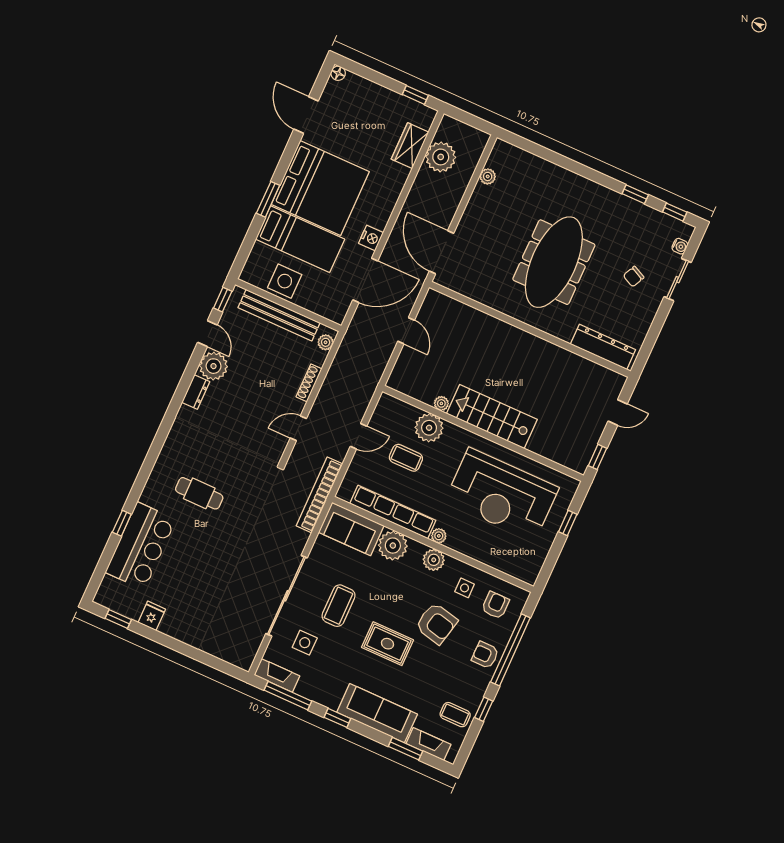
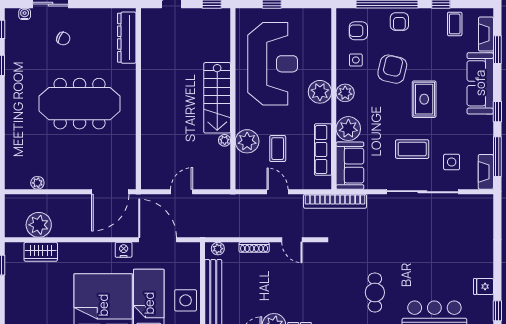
row of seats: (393, 512) -> (323, 150), width x0.73
plant: (439, 536) -> (320, 92), width x1.87, depth x1.87

